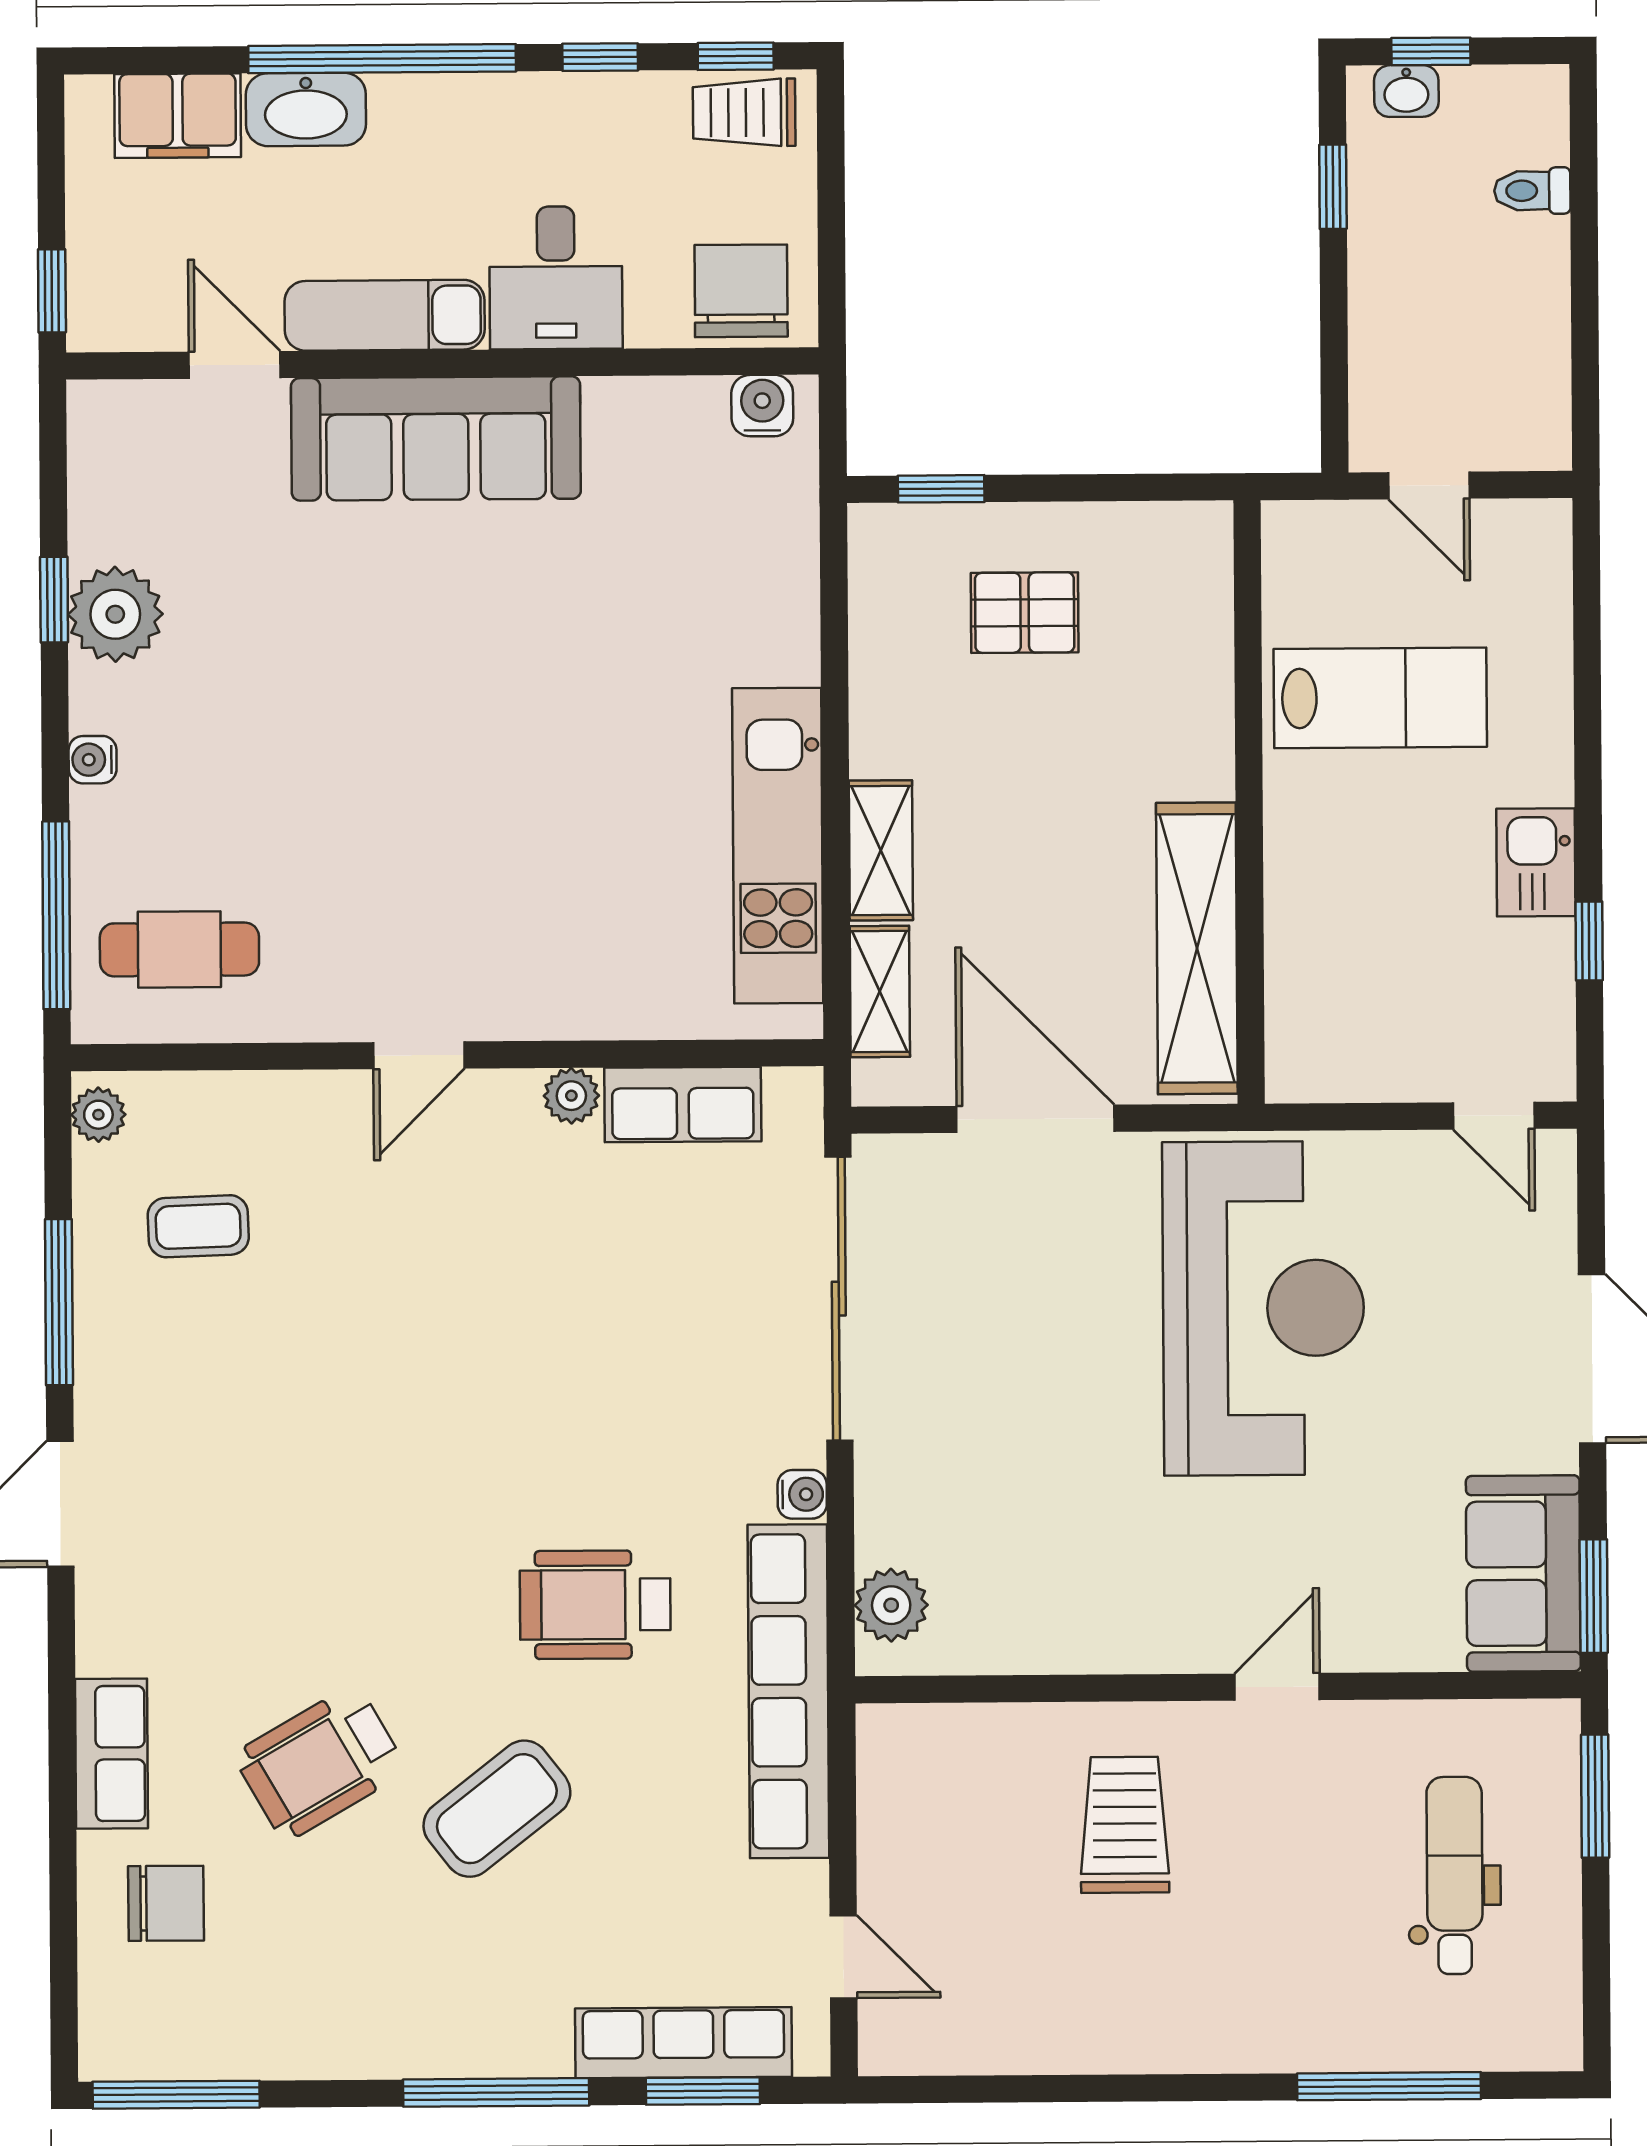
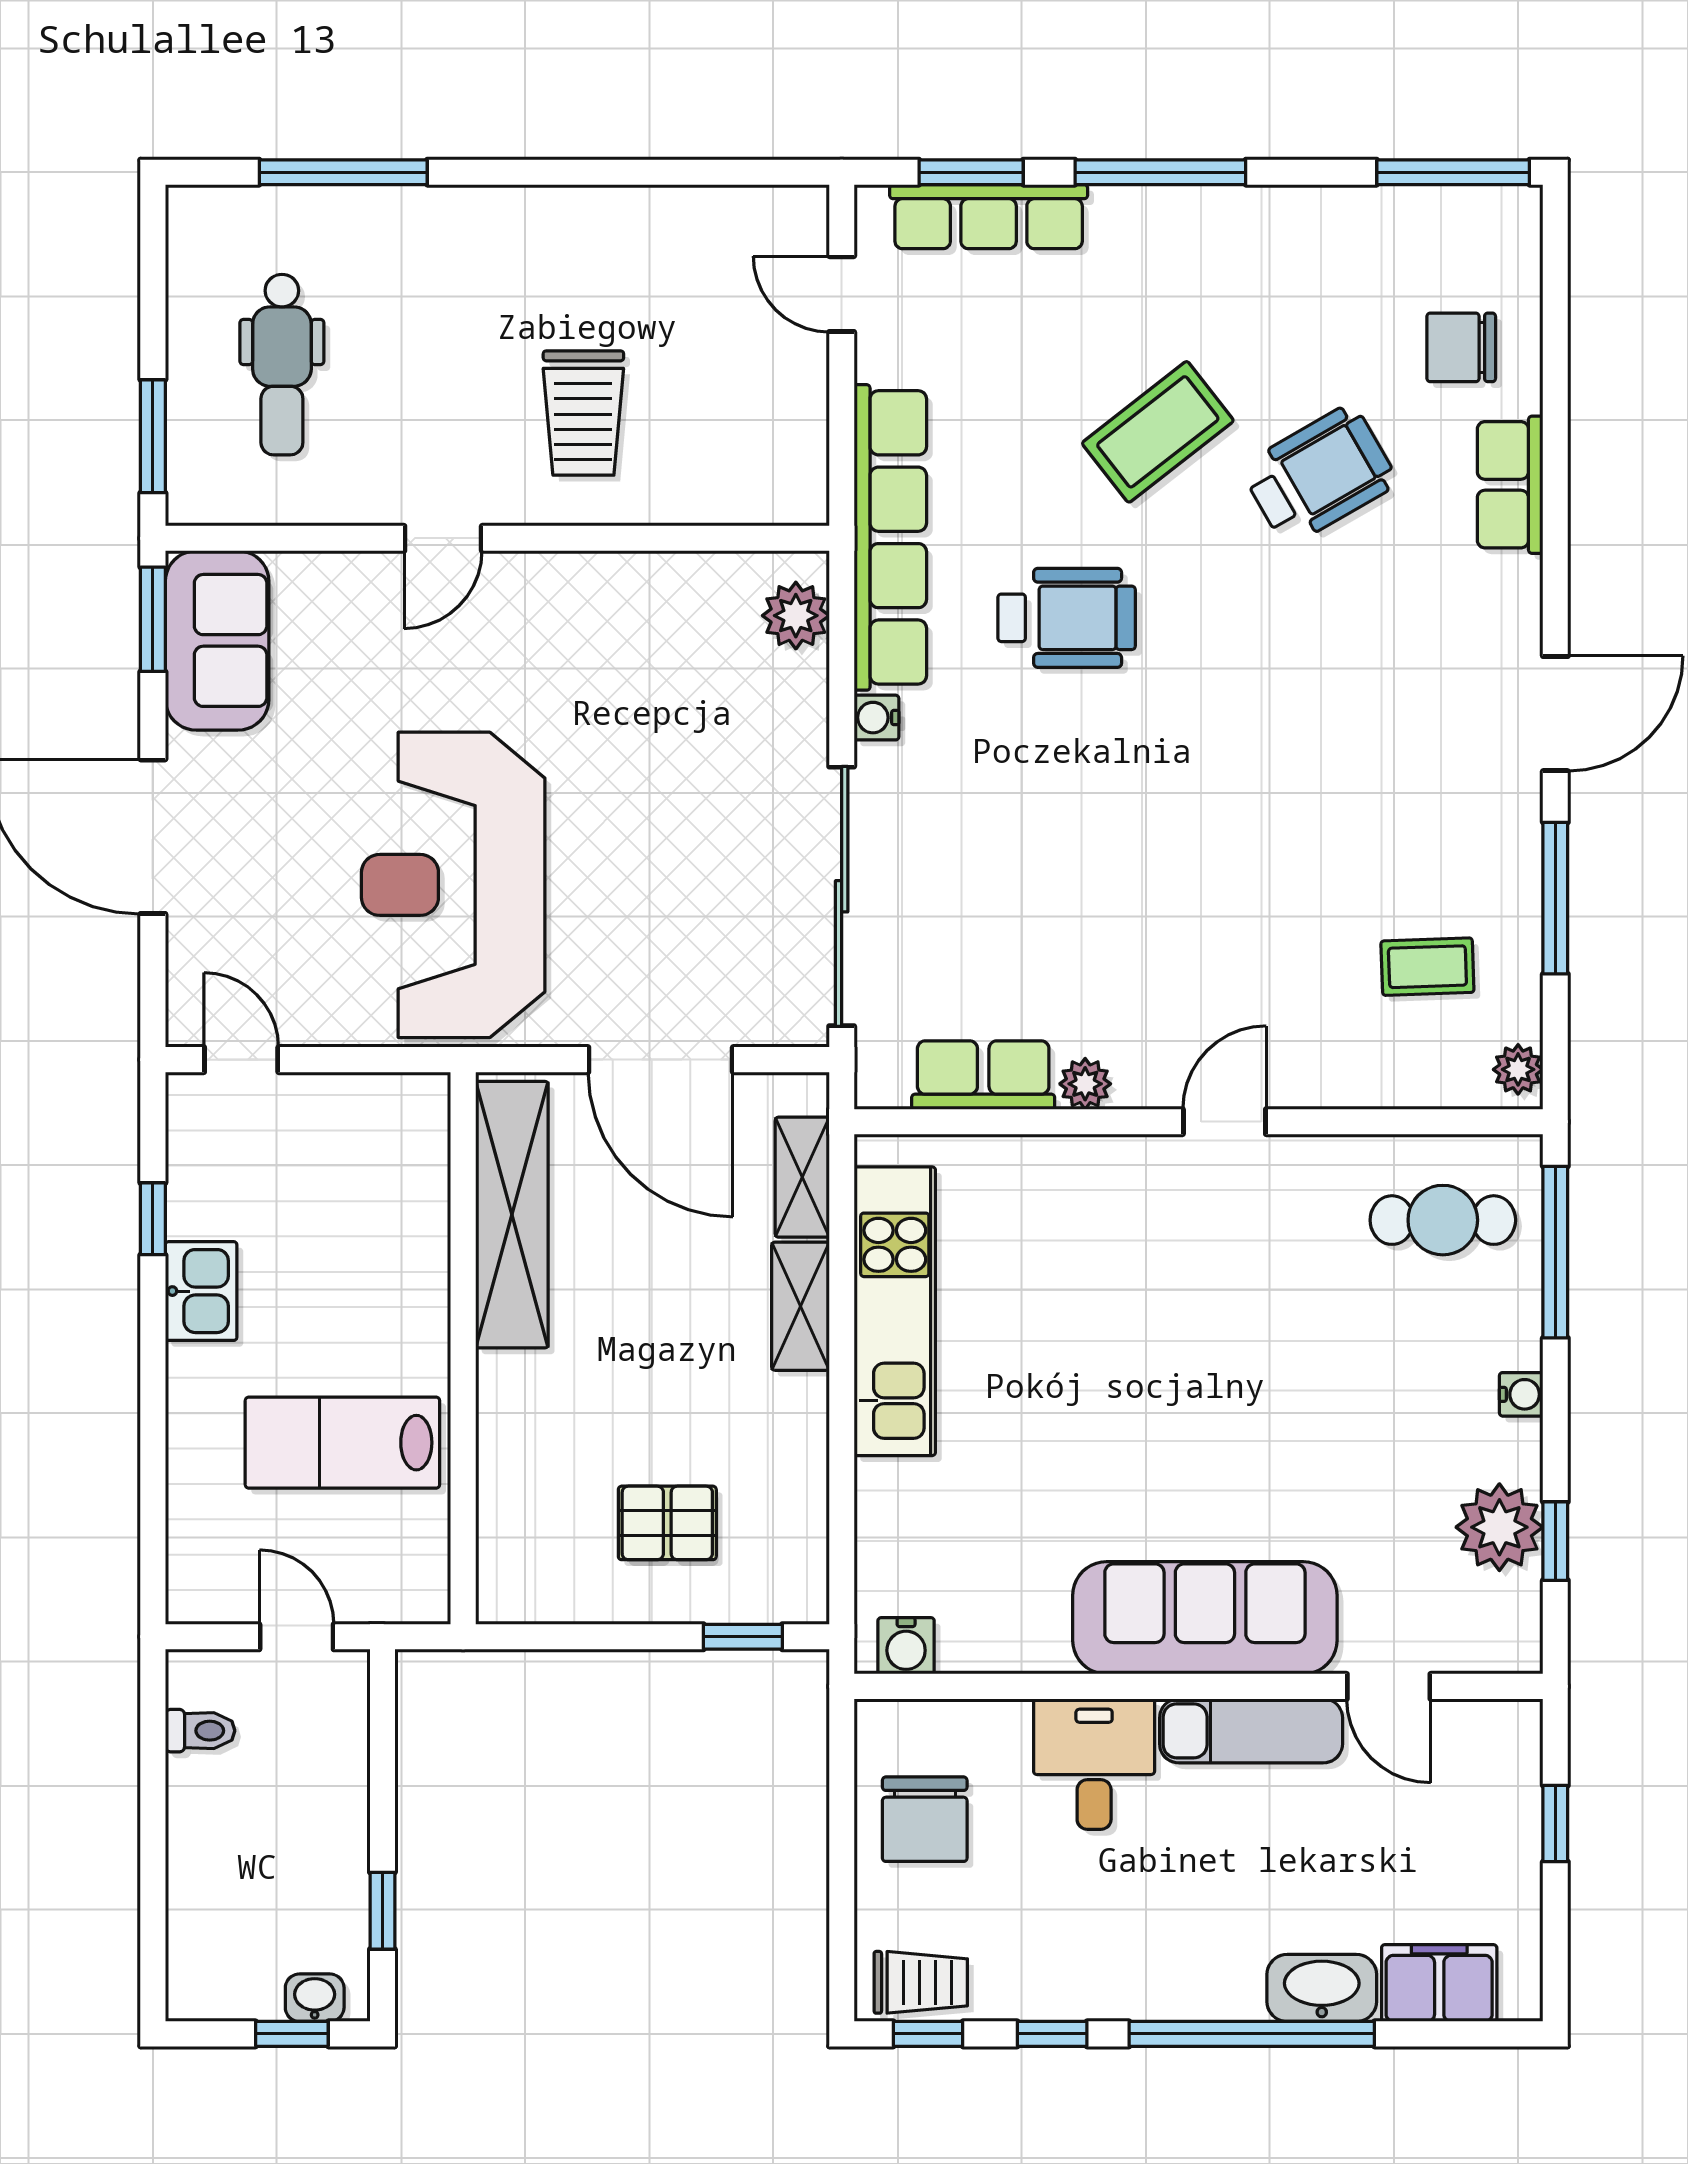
toilet: (1532, 191) -> (200, 1731), moved
desk: (556, 278) -> (1094, 1764), moved
exam couch: (385, 315) -> (1251, 1731), moved
wall: (442, 363) -> (1198, 1686), moved
door: (235, 365) -> (1389, 1686), moved
water cooler: (762, 406) -> (906, 1646), moved
sofa: (436, 438) -> (1205, 1618), moved

